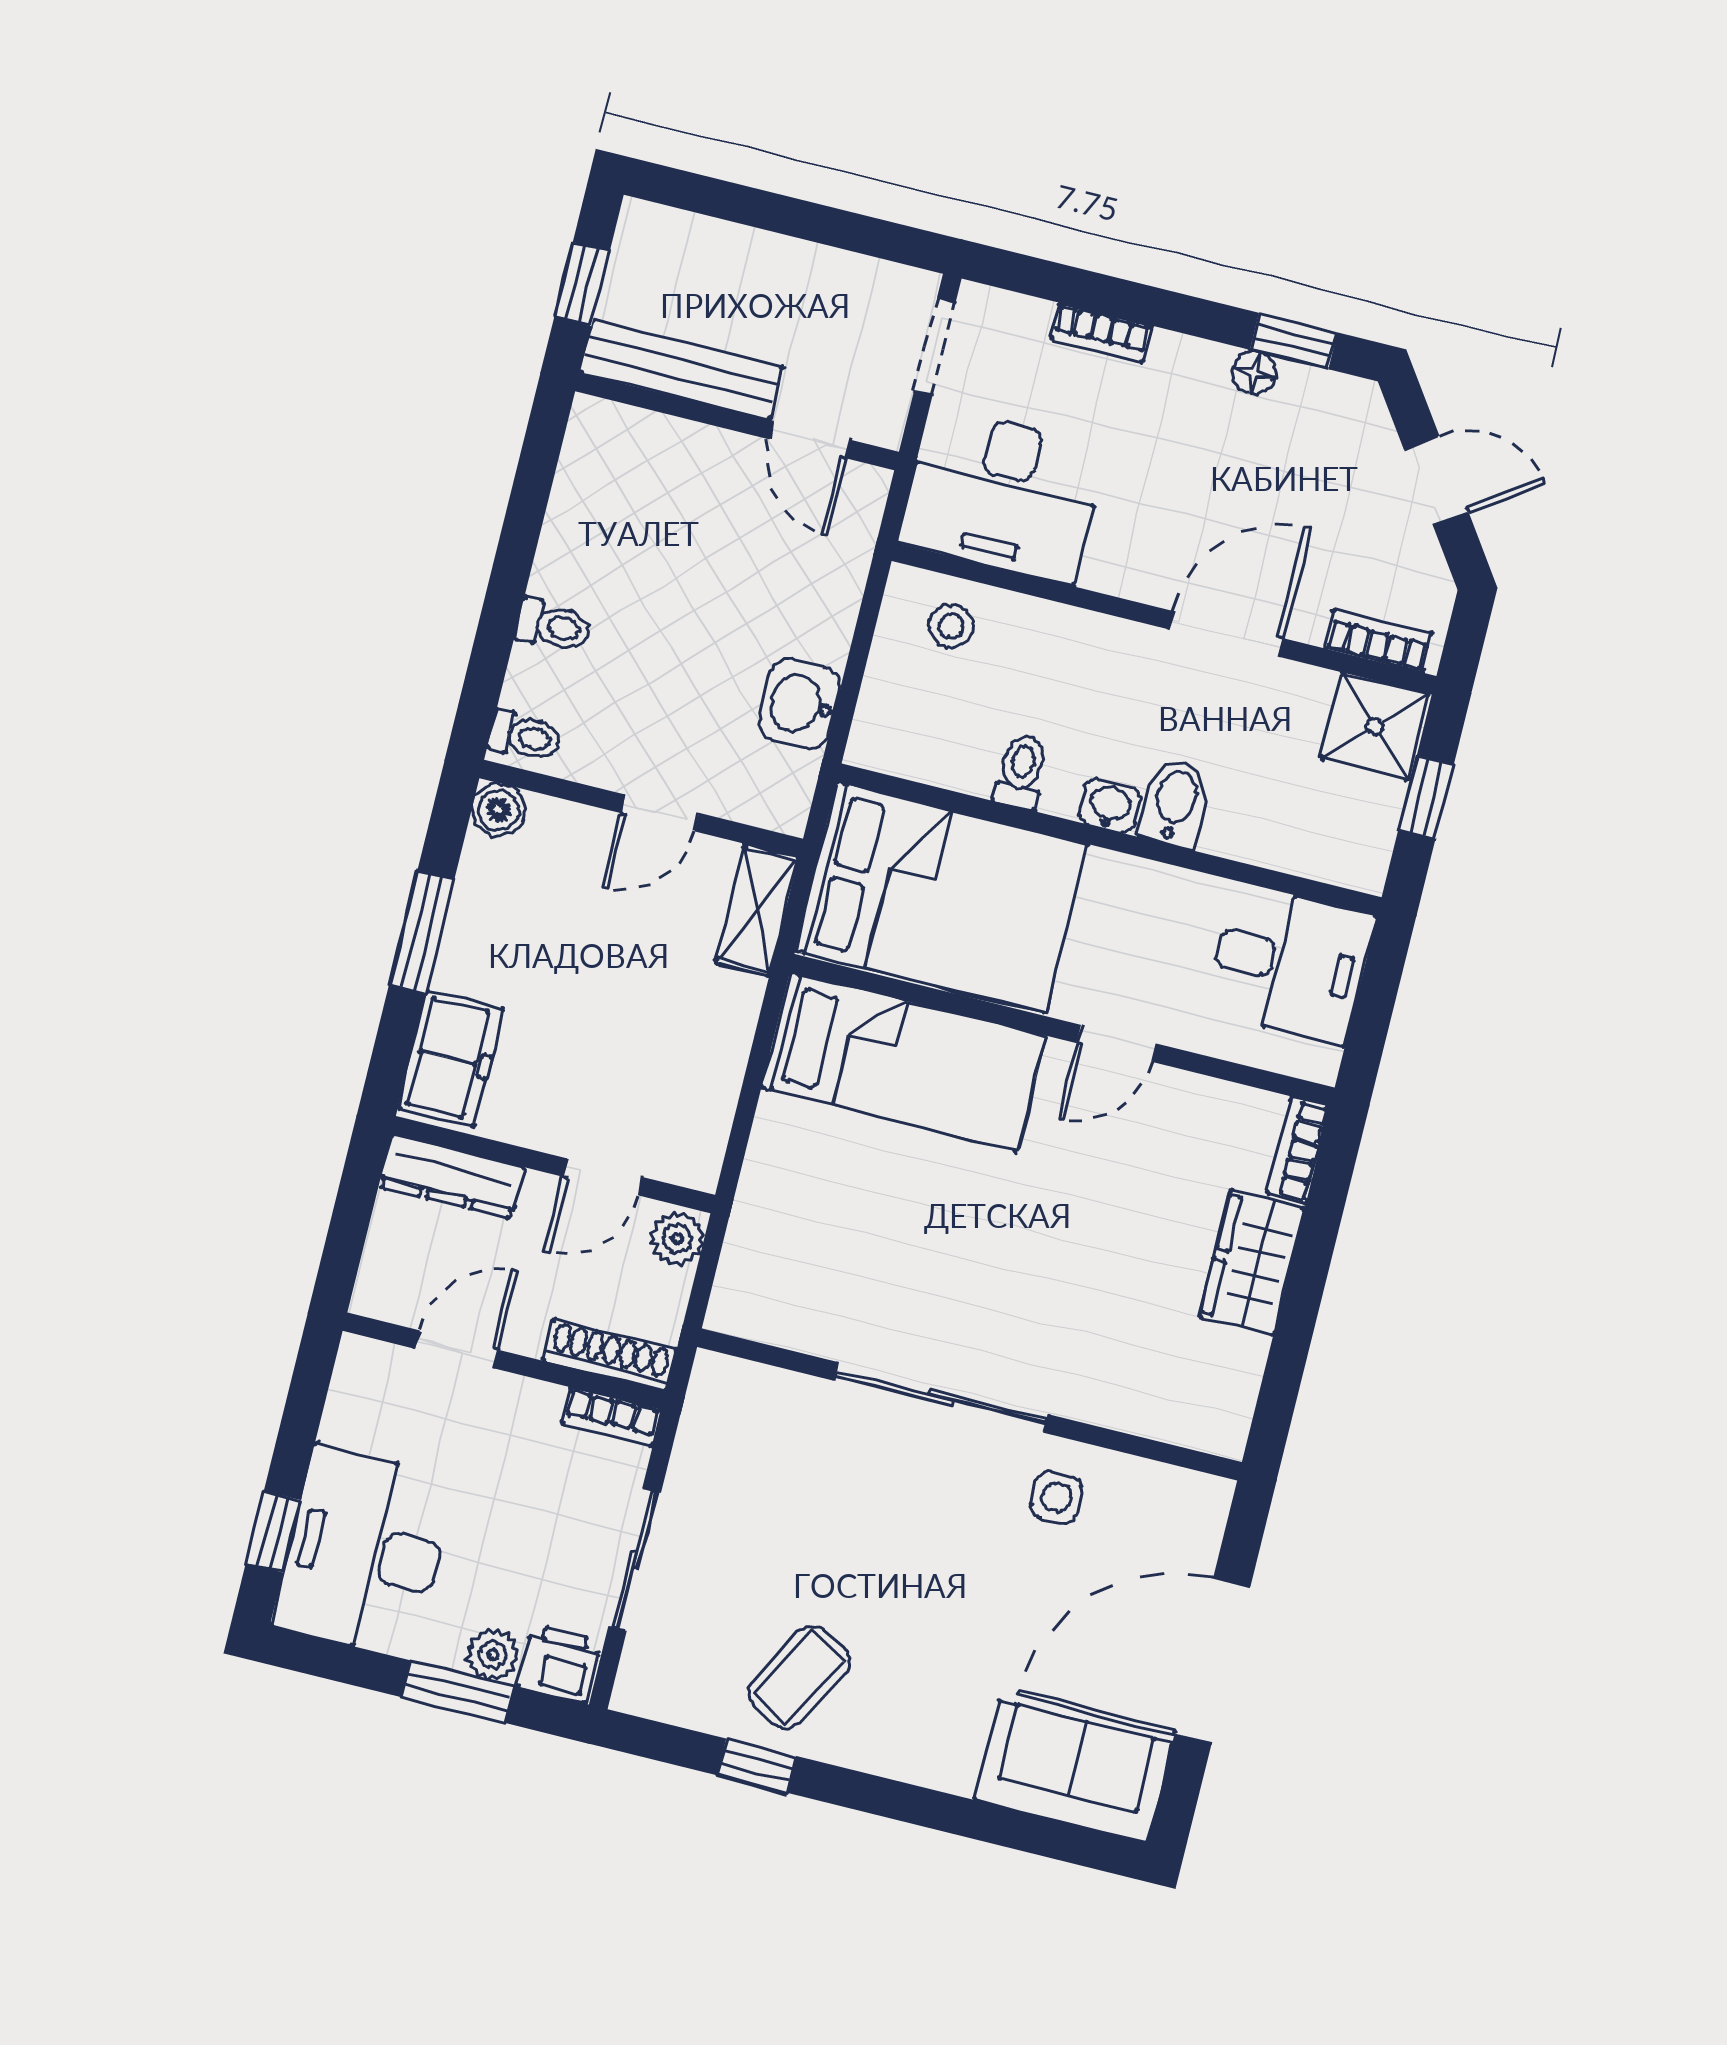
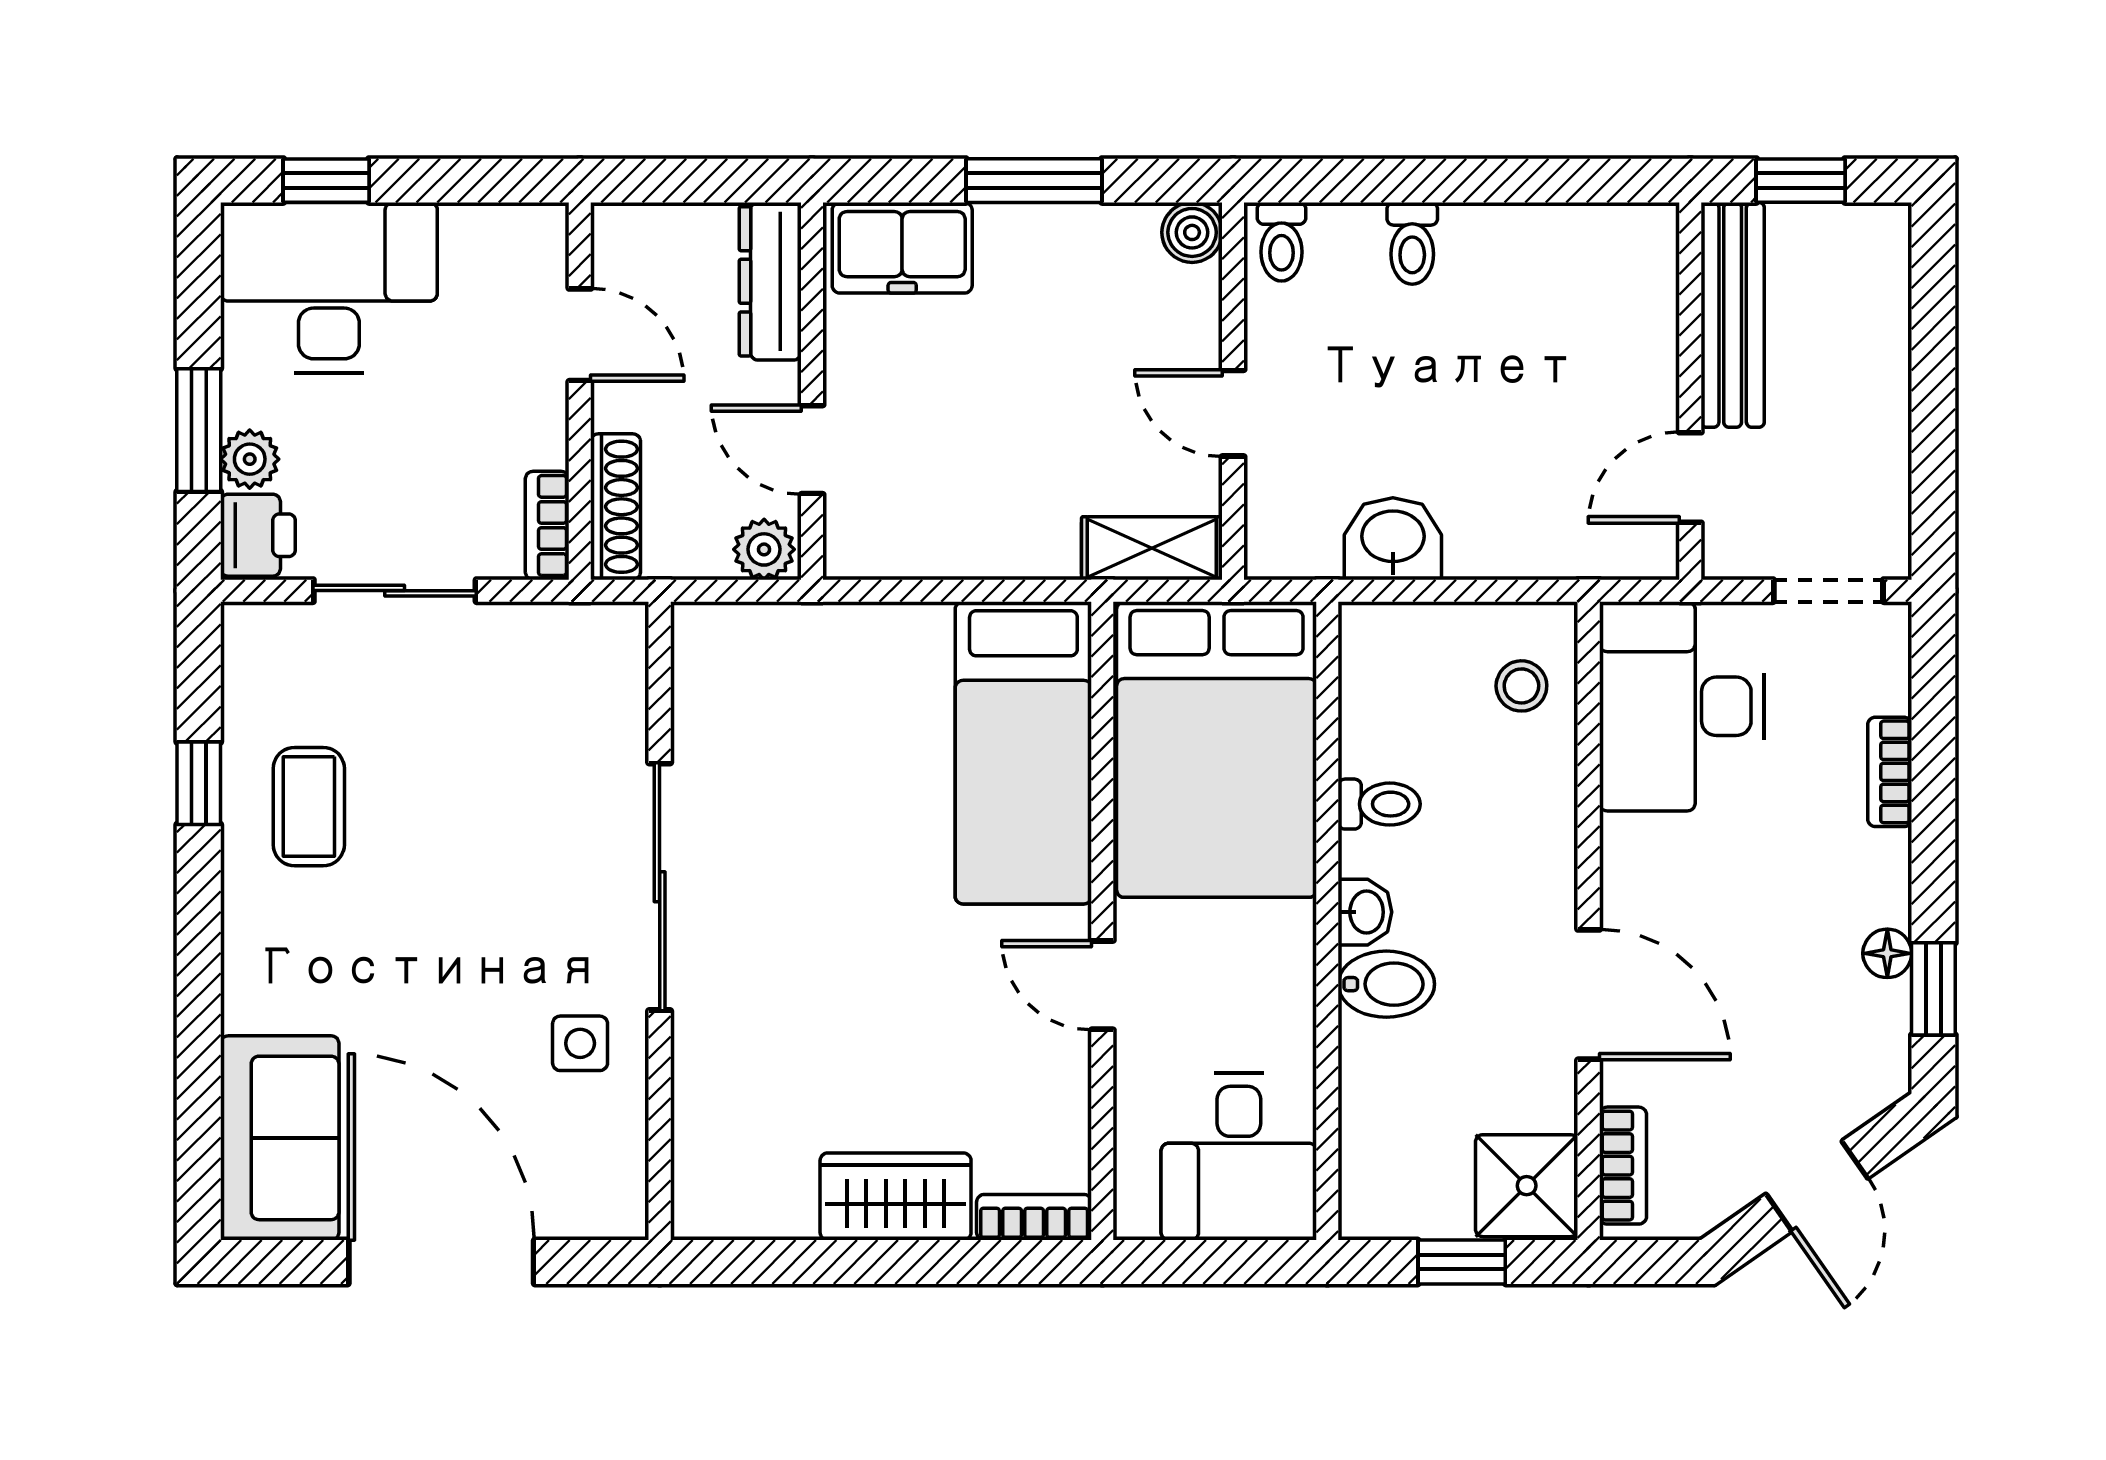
coffee table: (799, 1677) -> (309, 807), turned 61

